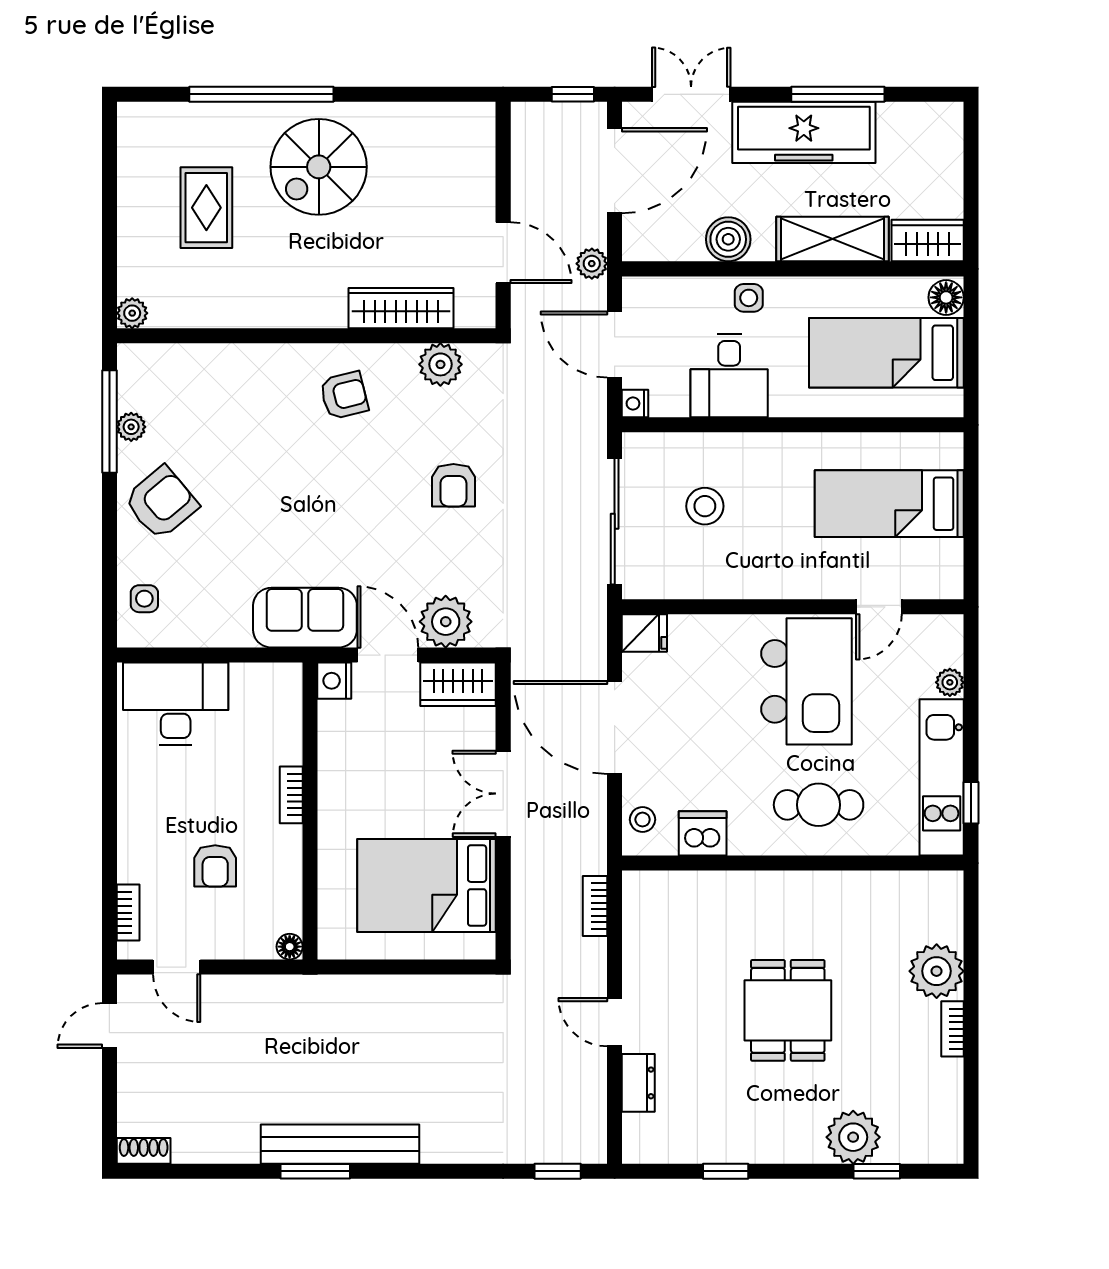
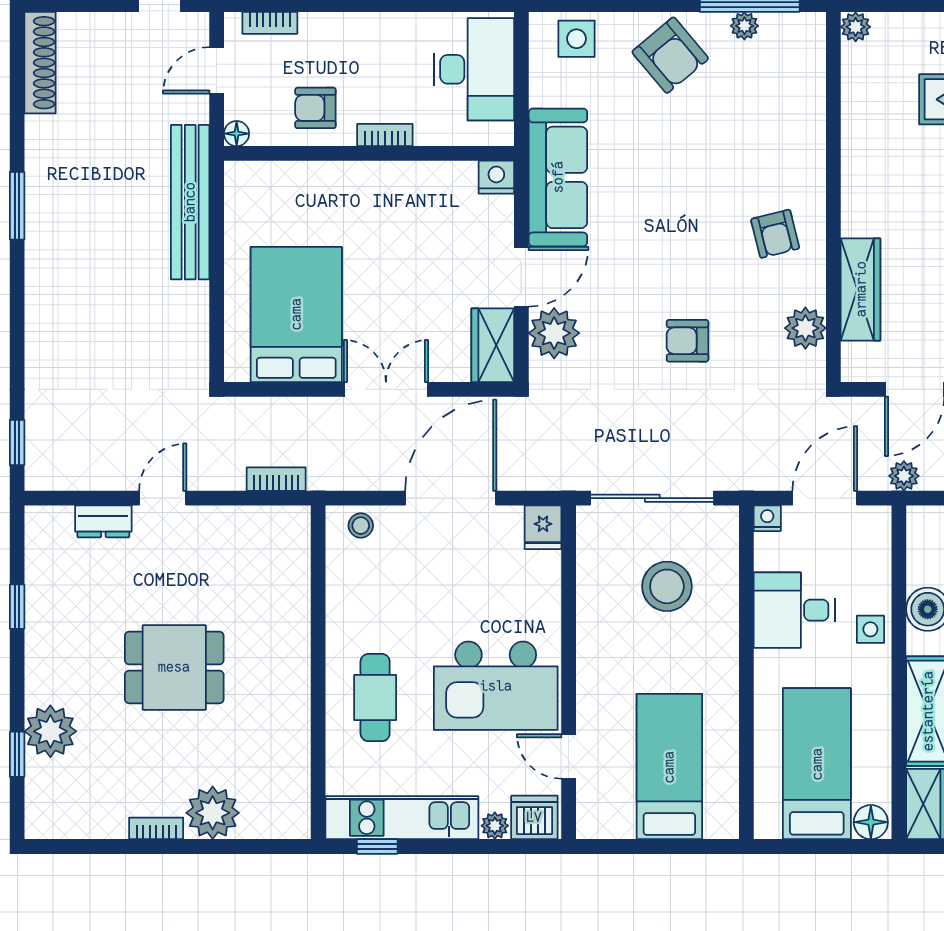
stool: (705, 506) -> (667, 586), width x1.38, depth x1.38
side table: (144, 599) -> (577, 39), width x1.37, depth x1.37
sofa: (305, 618) -> (558, 177), width x1.36
nightstand: (334, 681) -> (496, 177), moved
bookcase: (291, 795) -> (385, 135), moved
wall: (310, 811) -> (369, 153), moved
dishwasher: (703, 833) -> (534, 817), moved, turned -90
floor lamp: (290, 947) -> (237, 134), moved
bench: (340, 1144) -> (190, 202), moved
shoe rack: (144, 1151) -> (40, 63), width x1.94, depth x1.24

